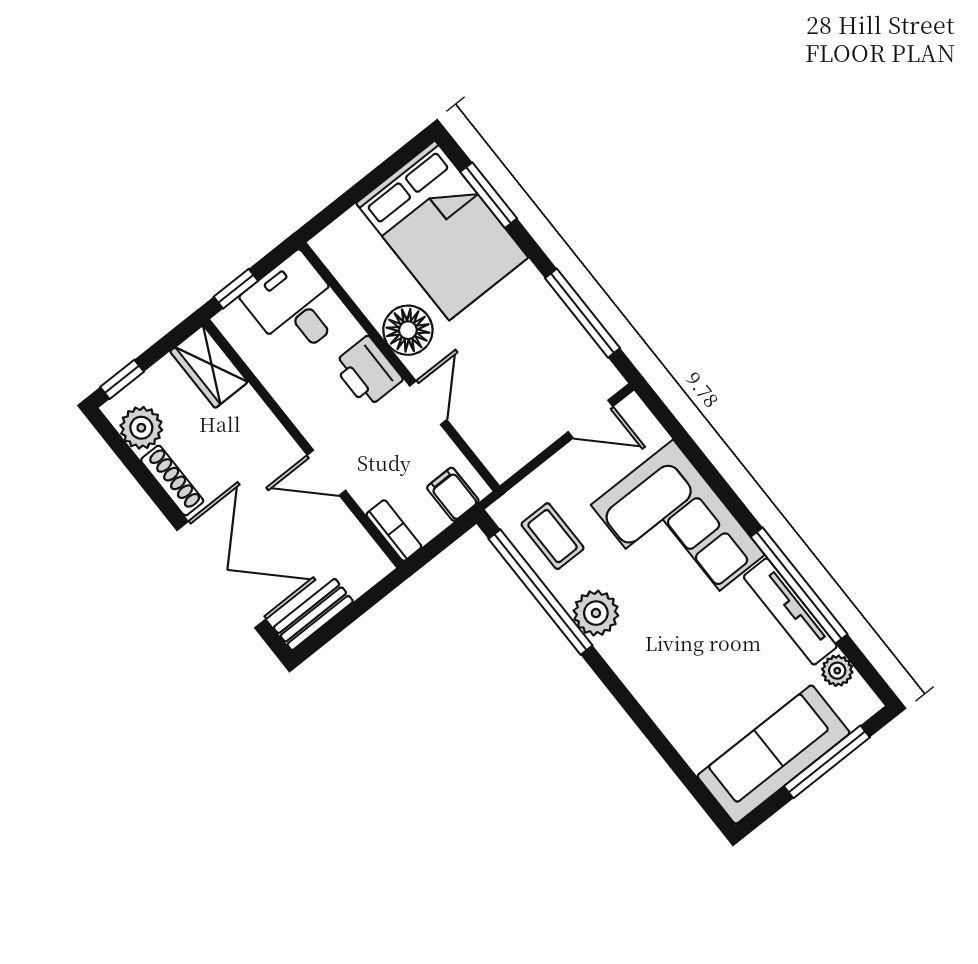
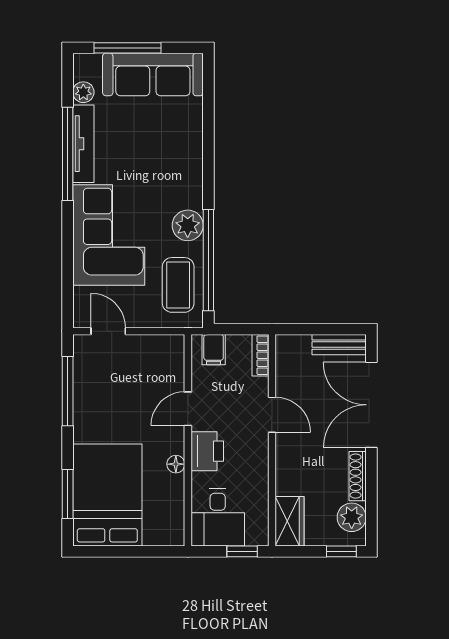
floor lamp: (408, 330) -> (176, 464), width x0.53, depth x0.53
coffee table: (552, 536) -> (178, 285), width x1.36, depth x1.30

